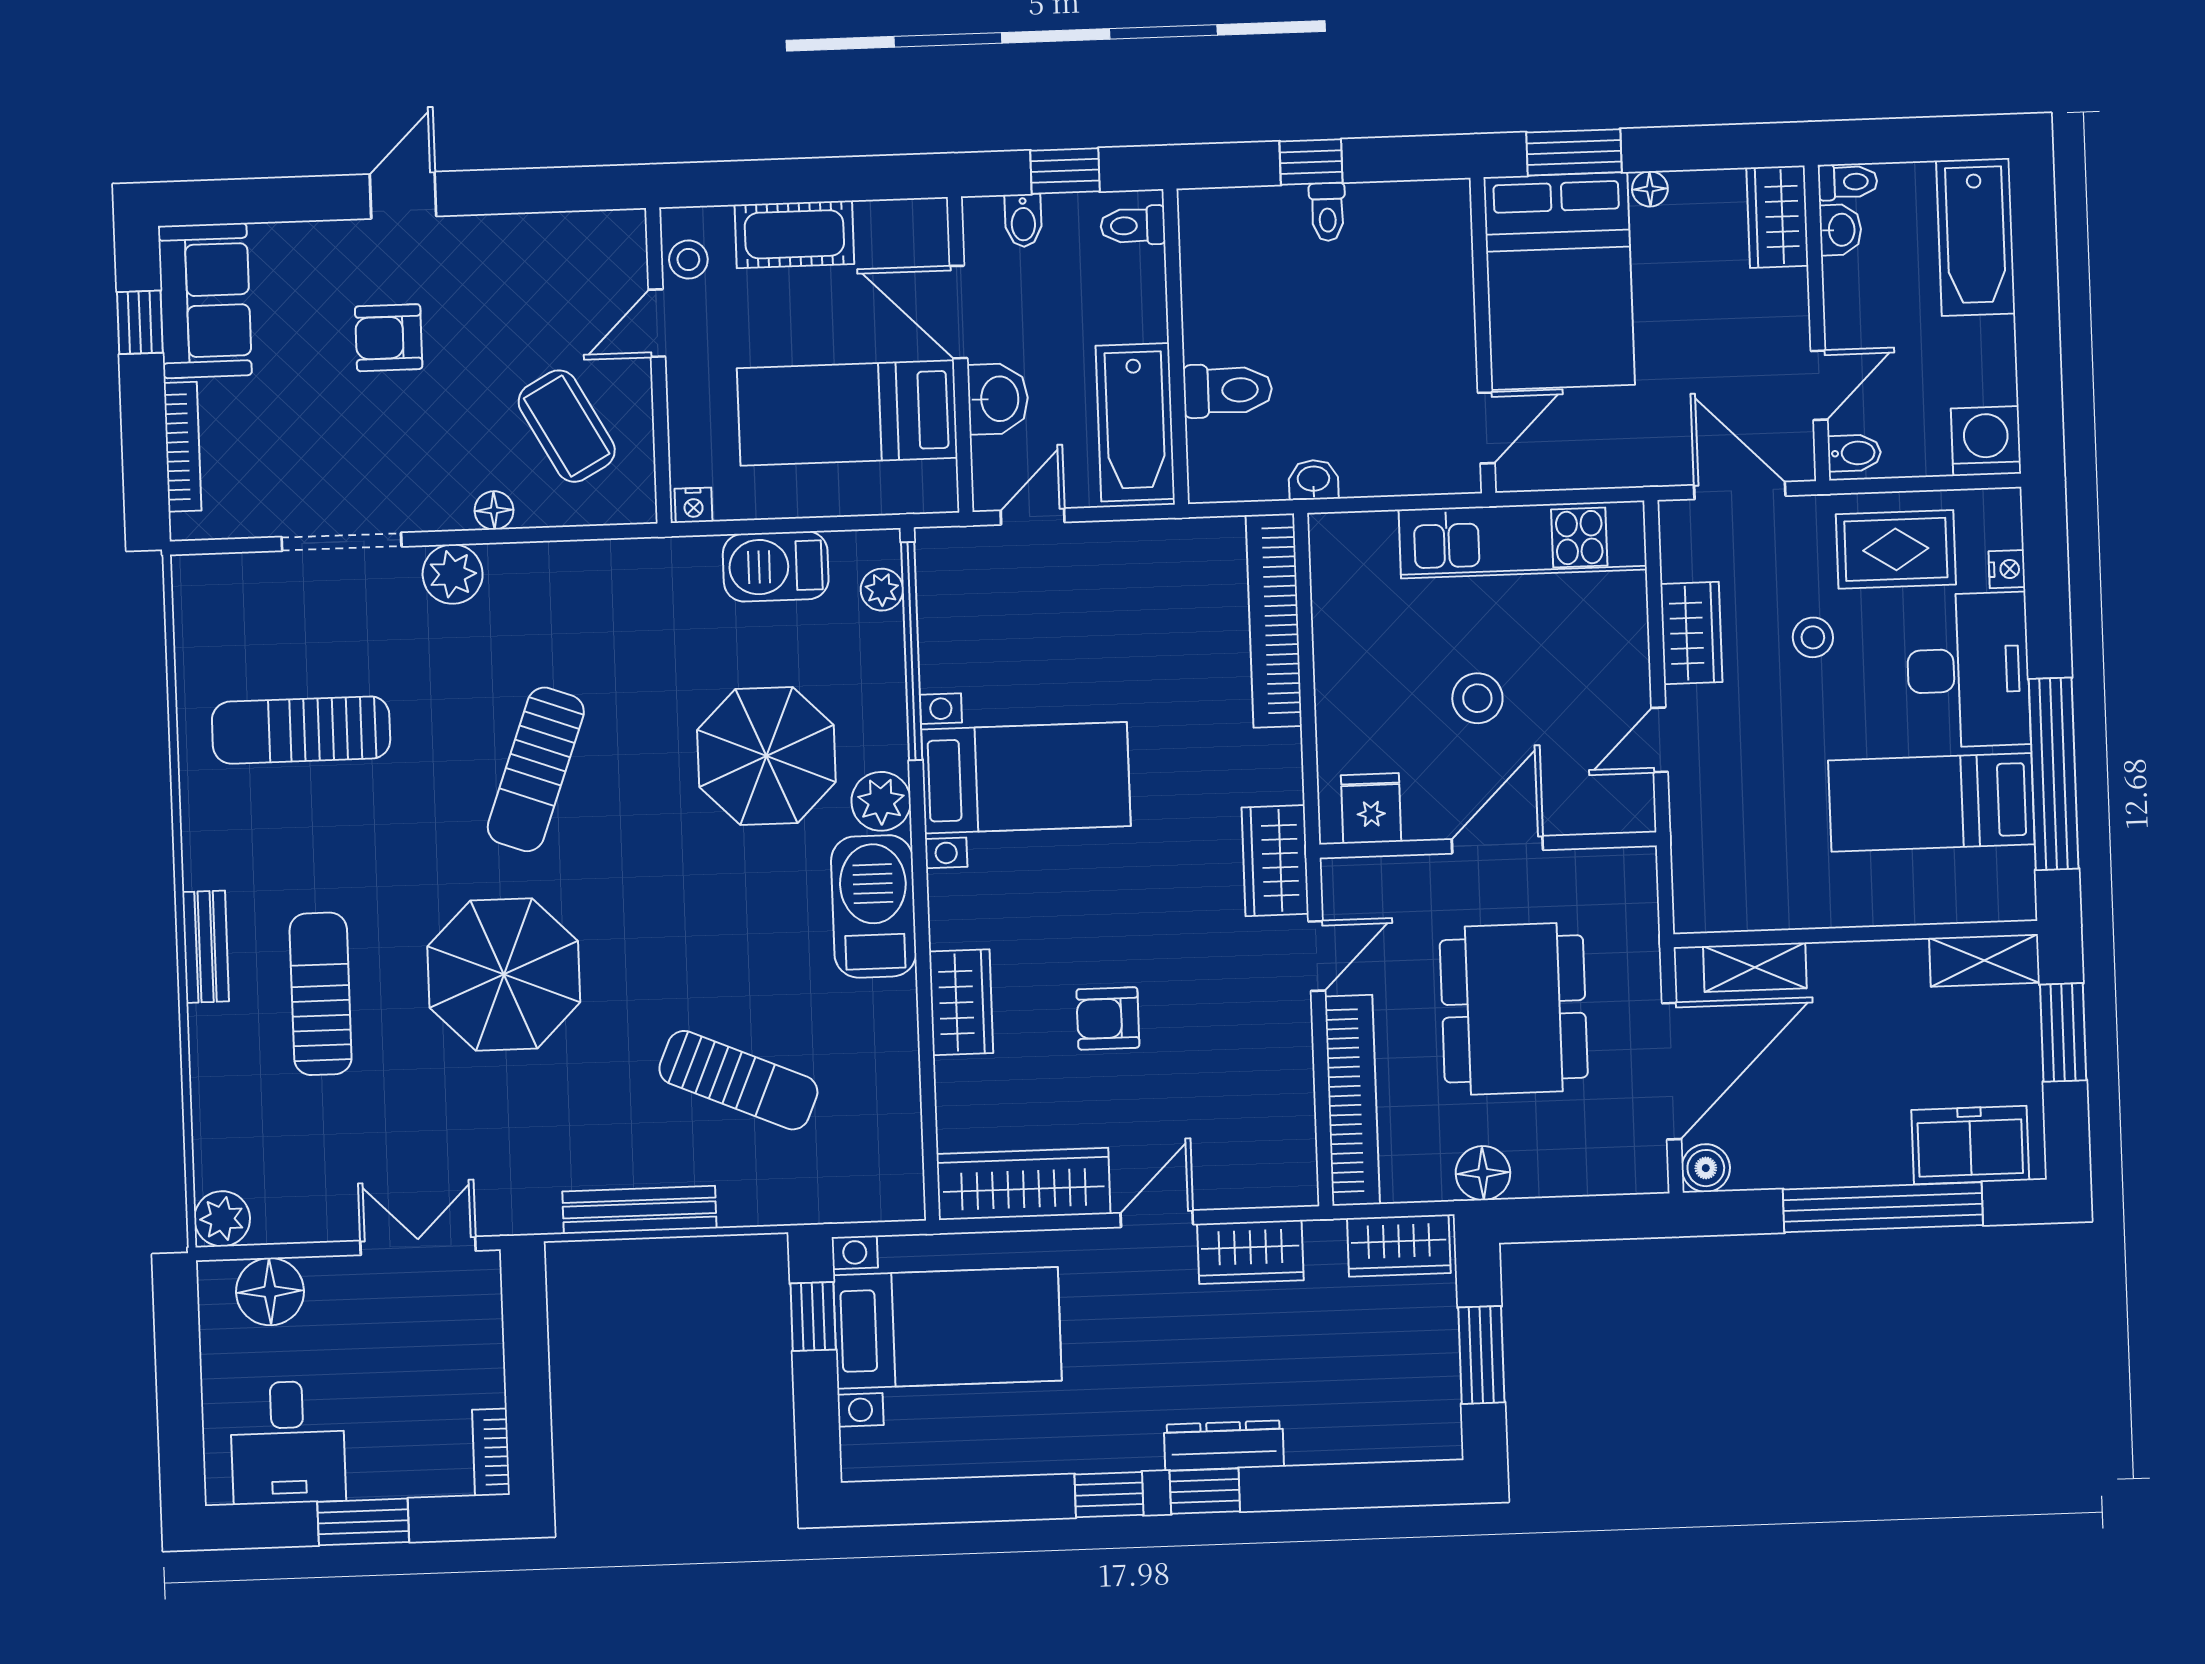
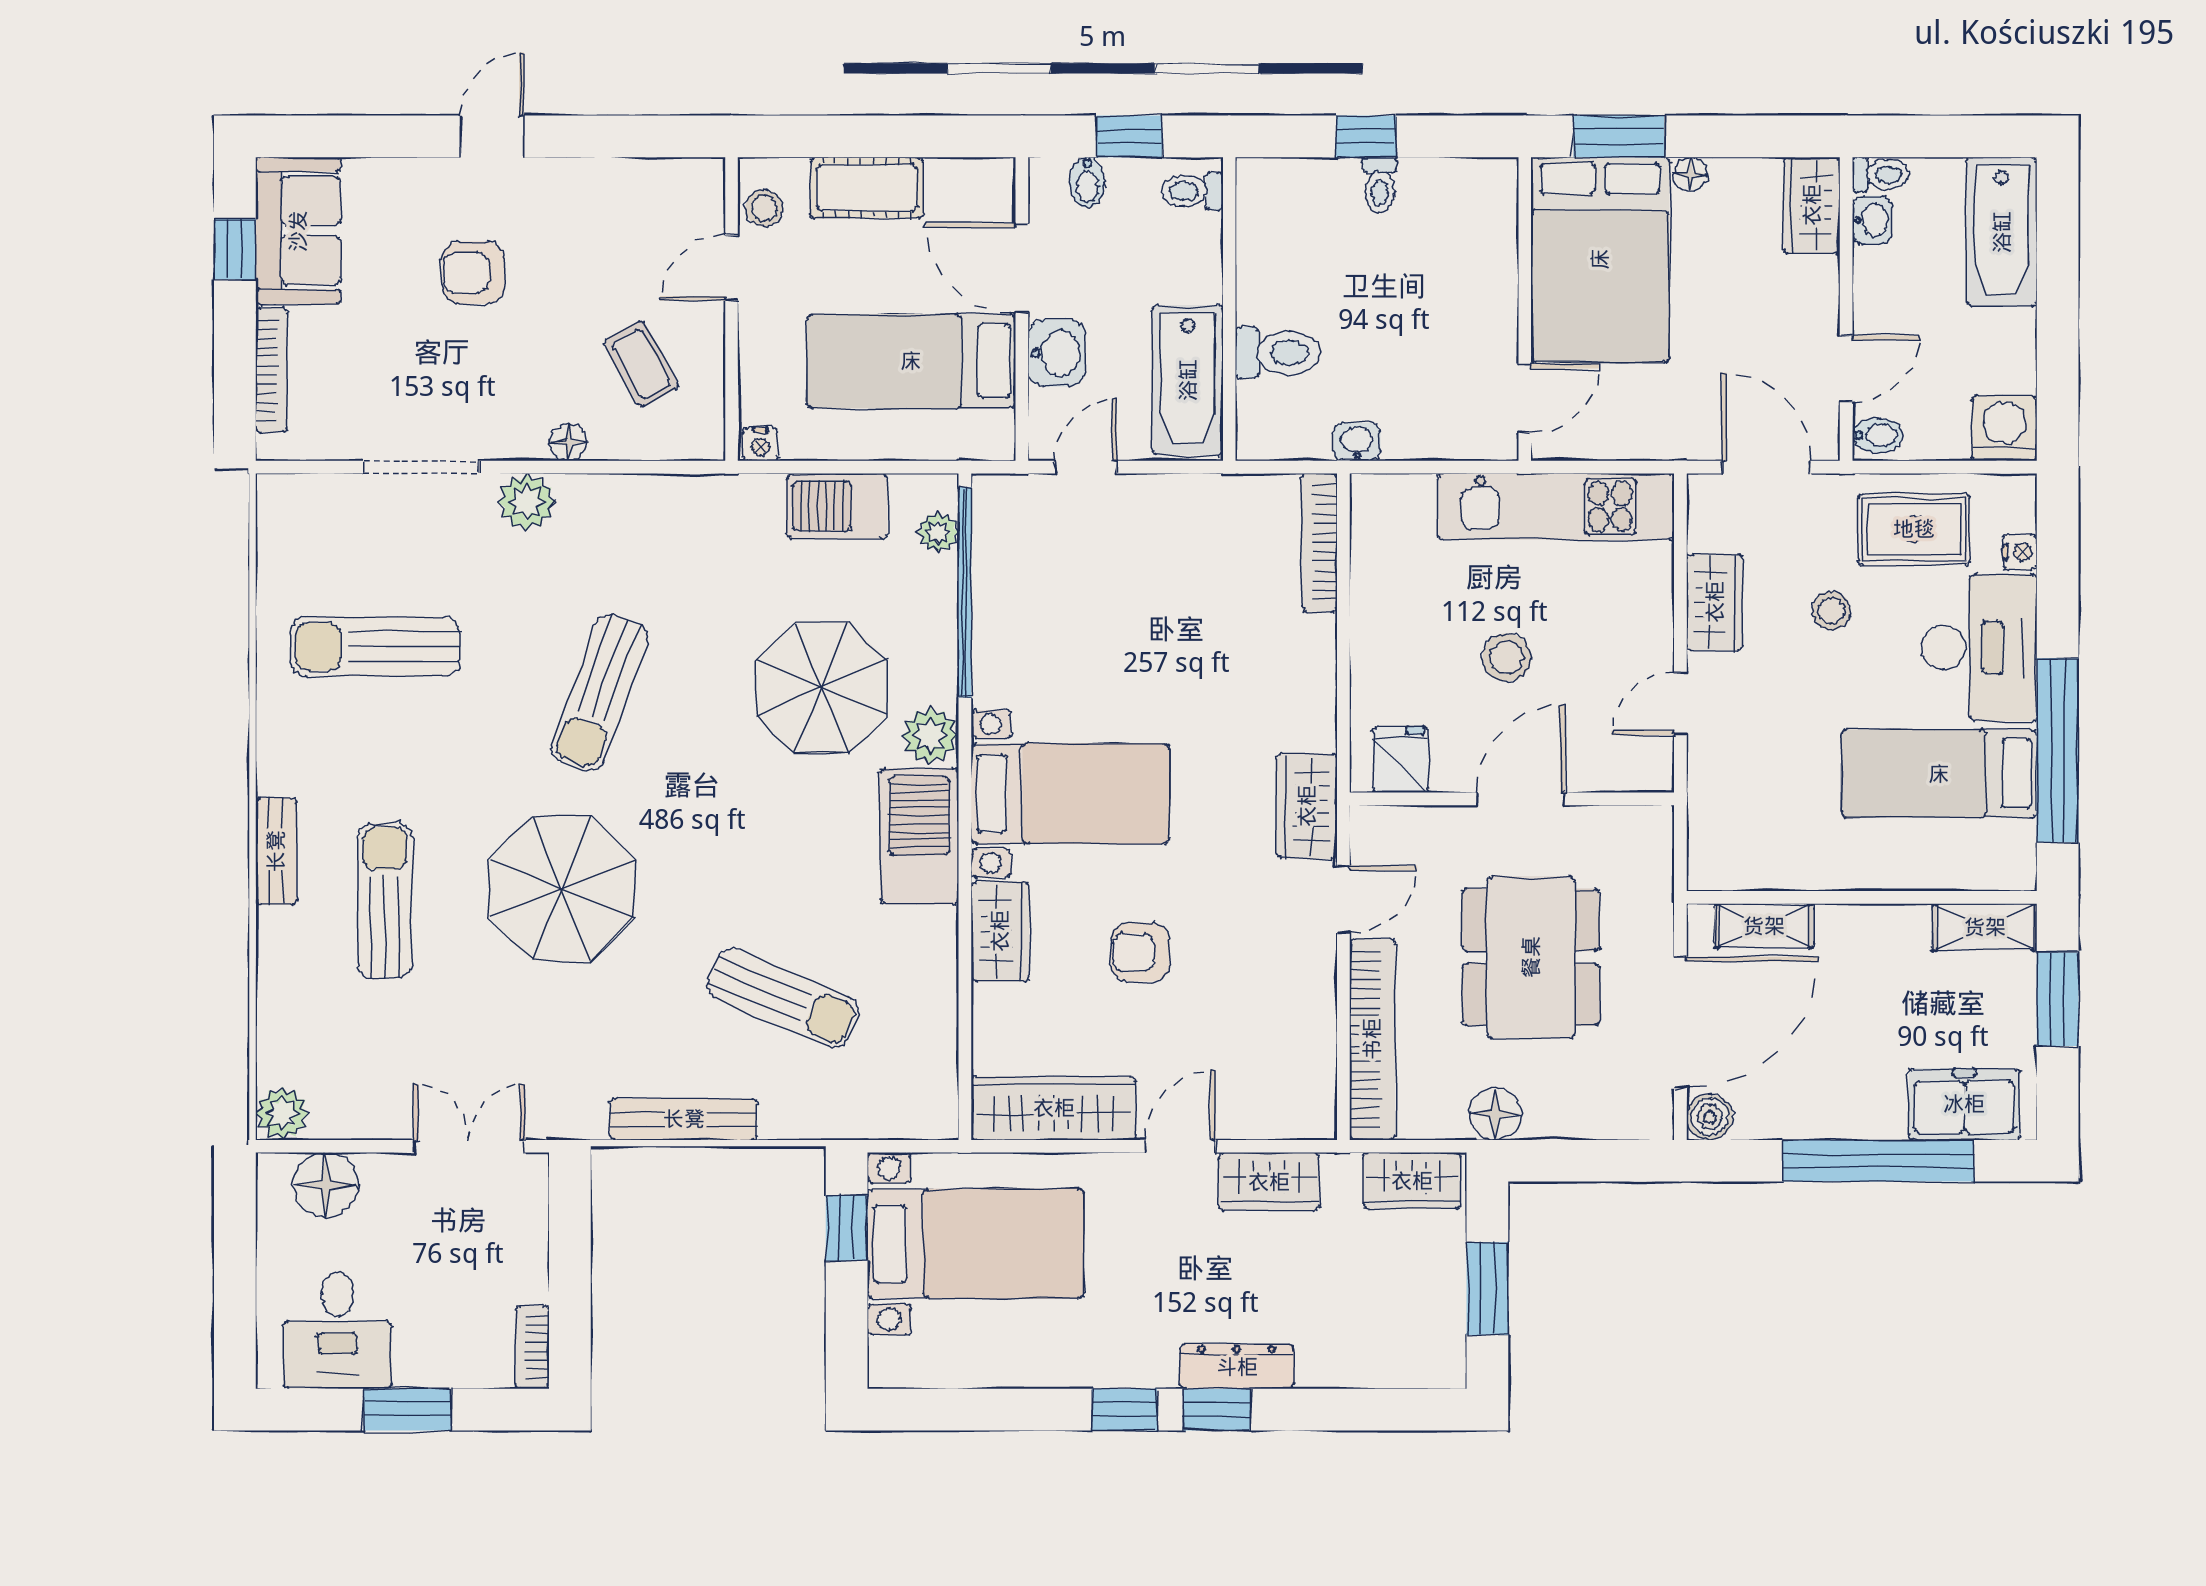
coffee table: (567, 426) -> (641, 364), width x0.73, depth x0.77
bookcase: (1274, 621) -> (1319, 542), width x0.68, depth x0.76
bed with nightstands: (1026, 778) -> (1070, 794), moved

